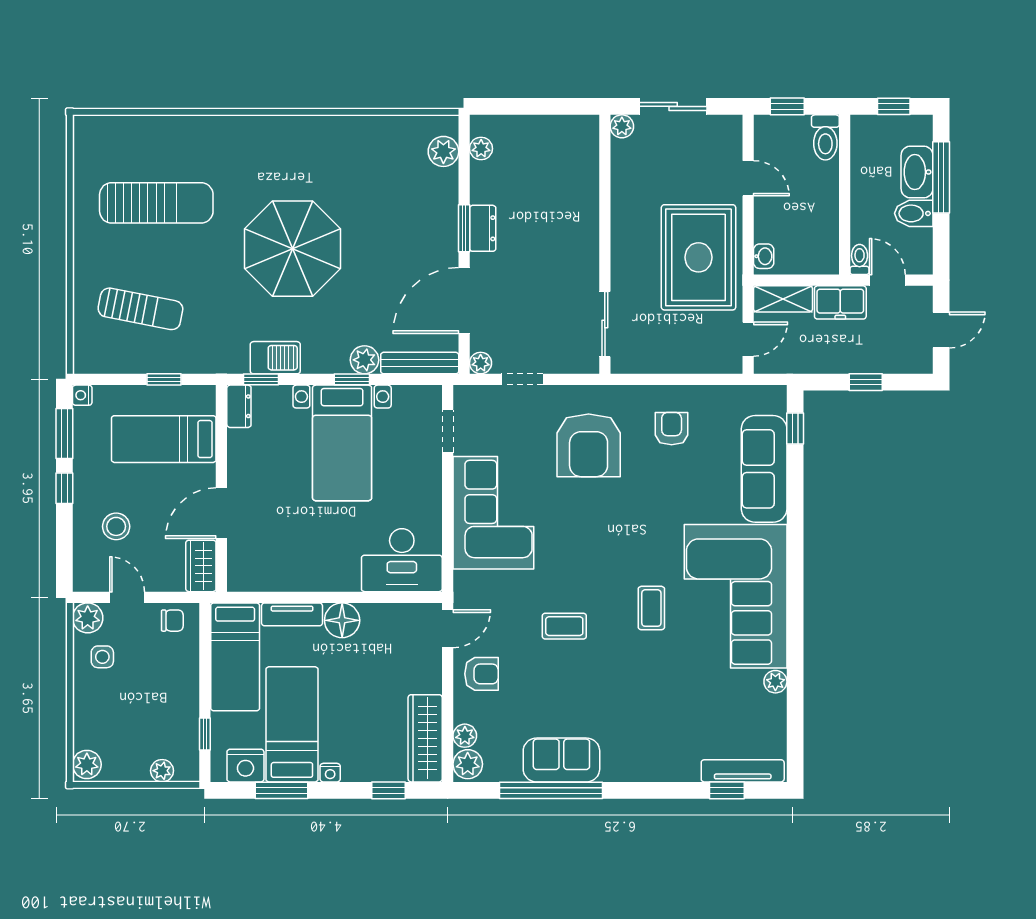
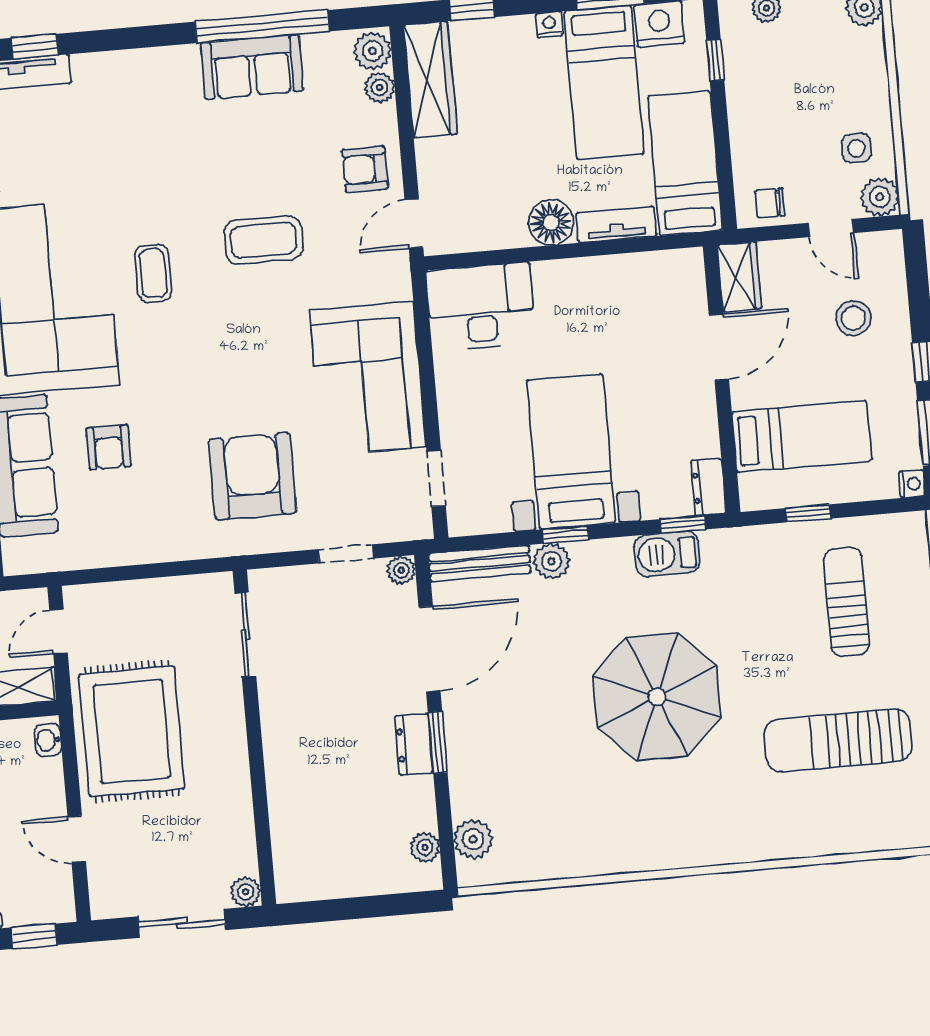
sun lounger: (140, 309) -> (846, 602), turned 79
armchair: (672, 429) -> (109, 447), moved
coffee table: (564, 626) -> (263, 240), width x1.36, depth x1.30

